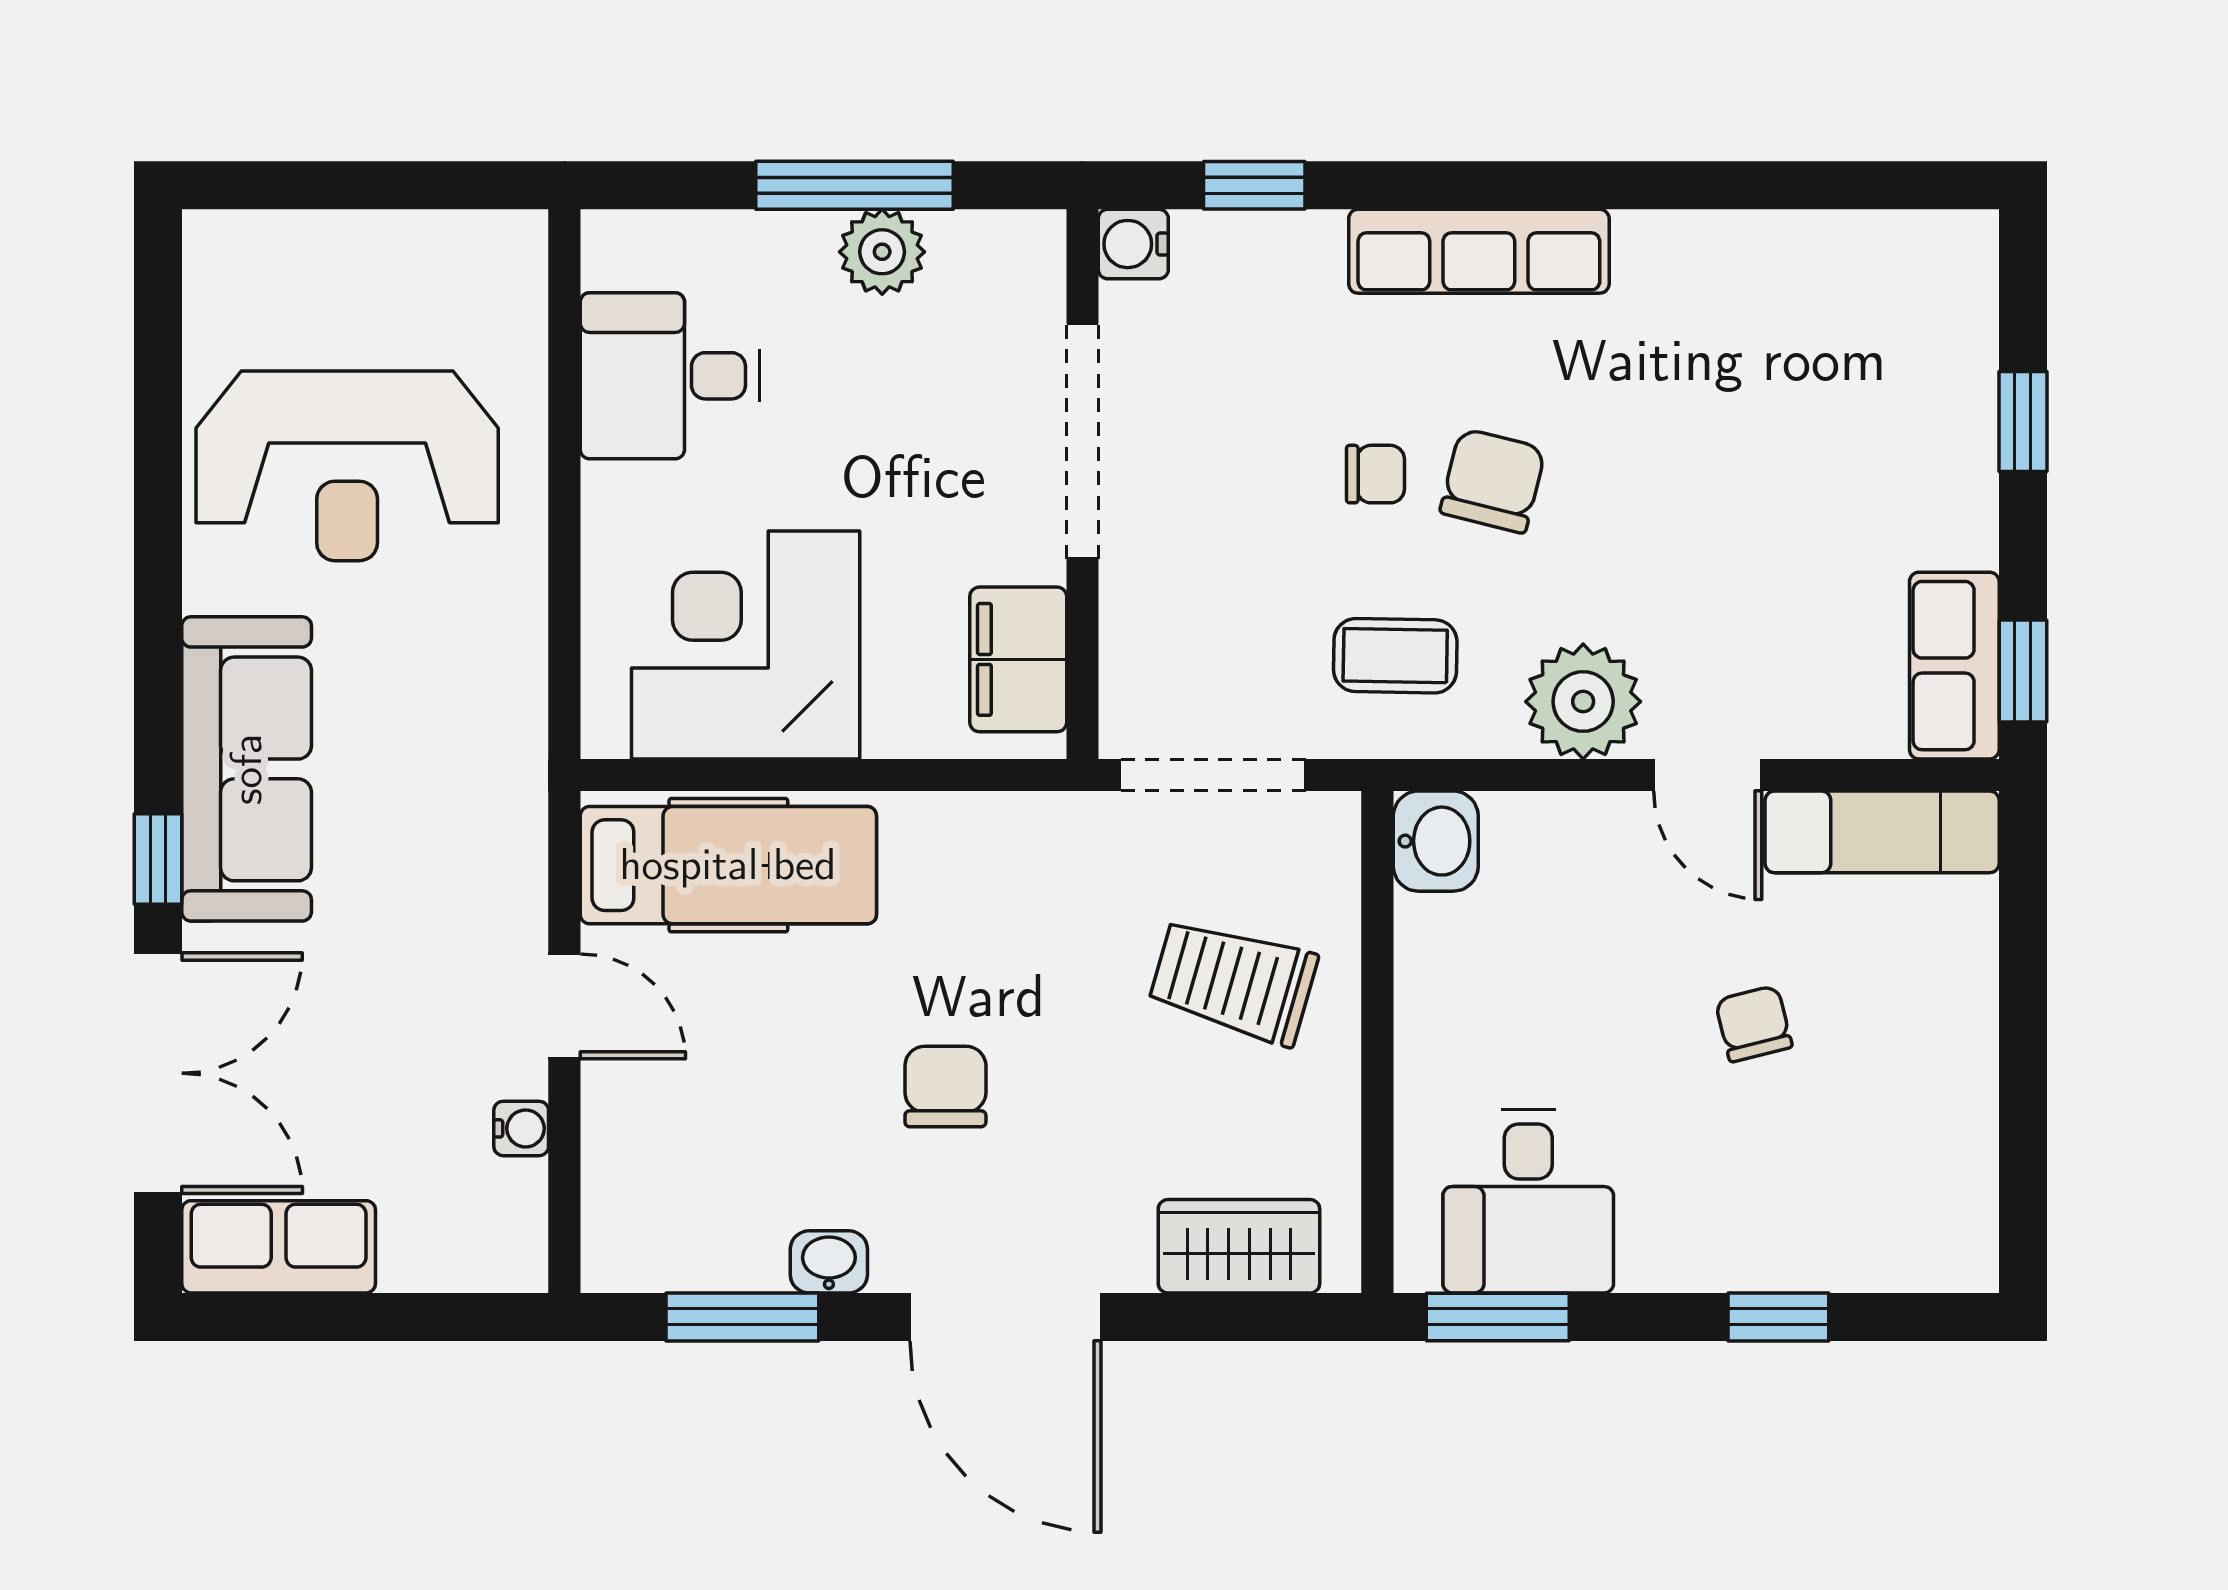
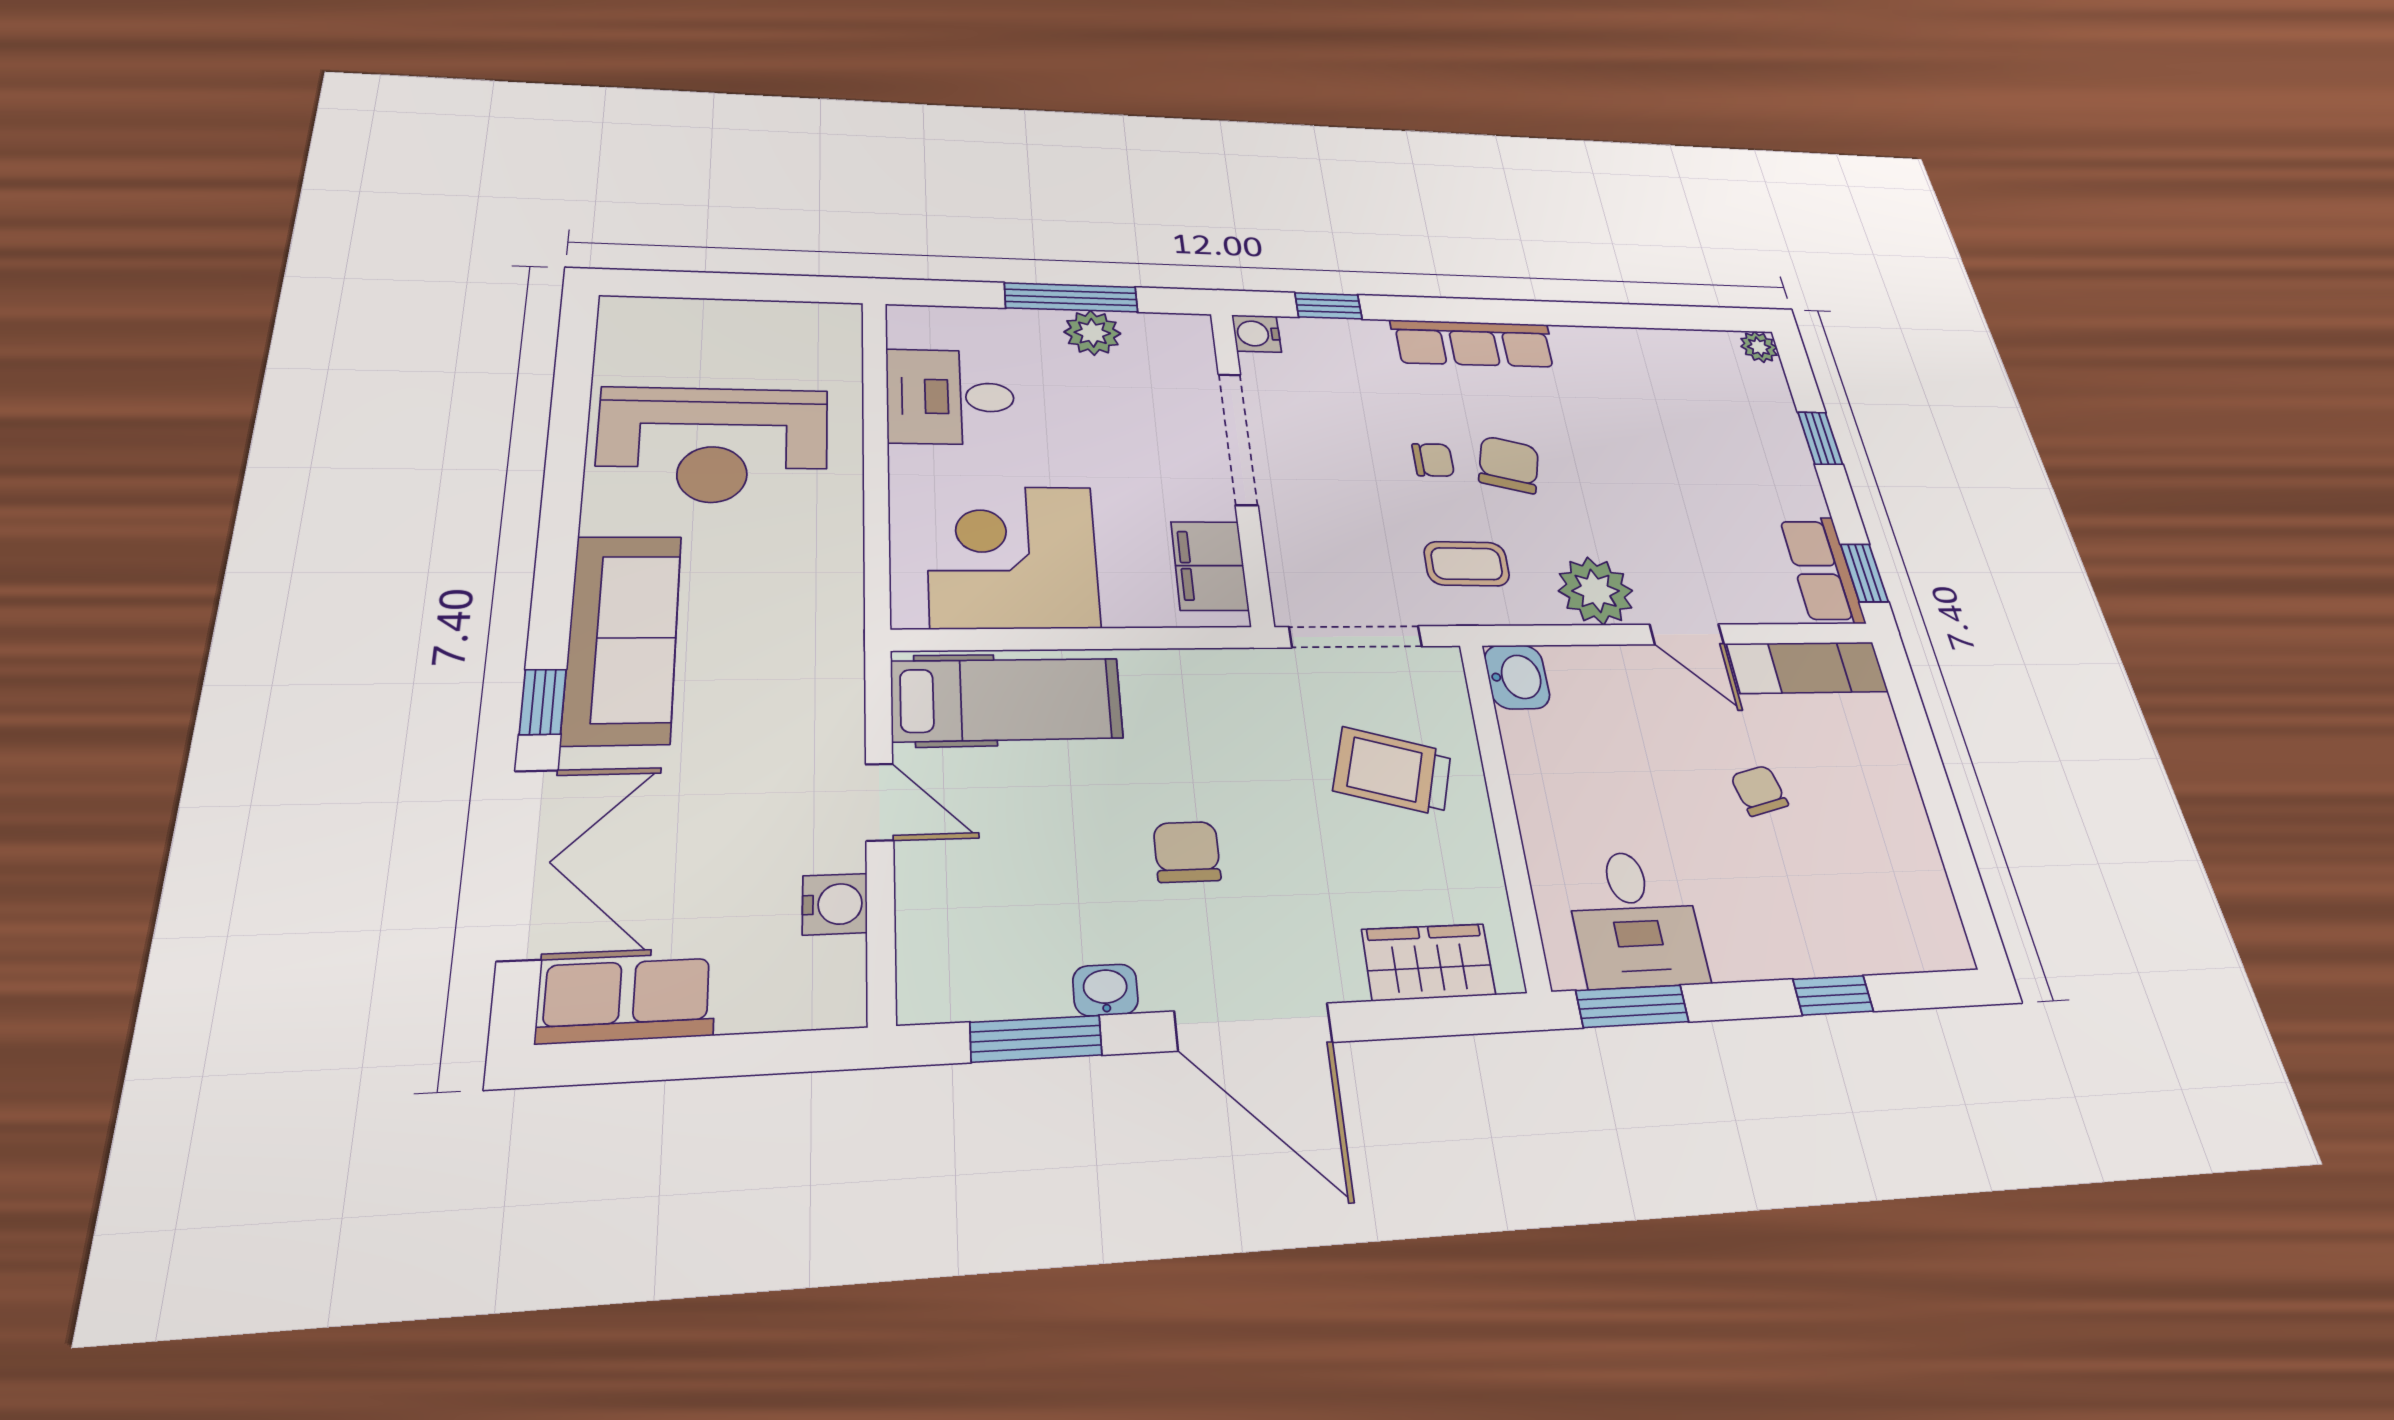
plant: (1967, 241) -> (1759, 347), added
water cooler: (521, 1128) -> (835, 904), width x1.38, depth x1.38

